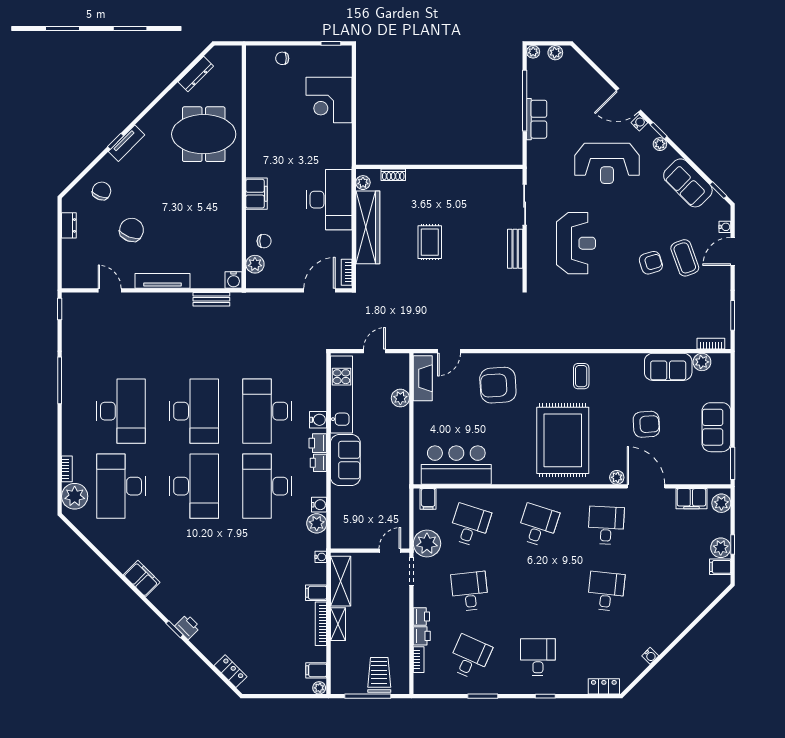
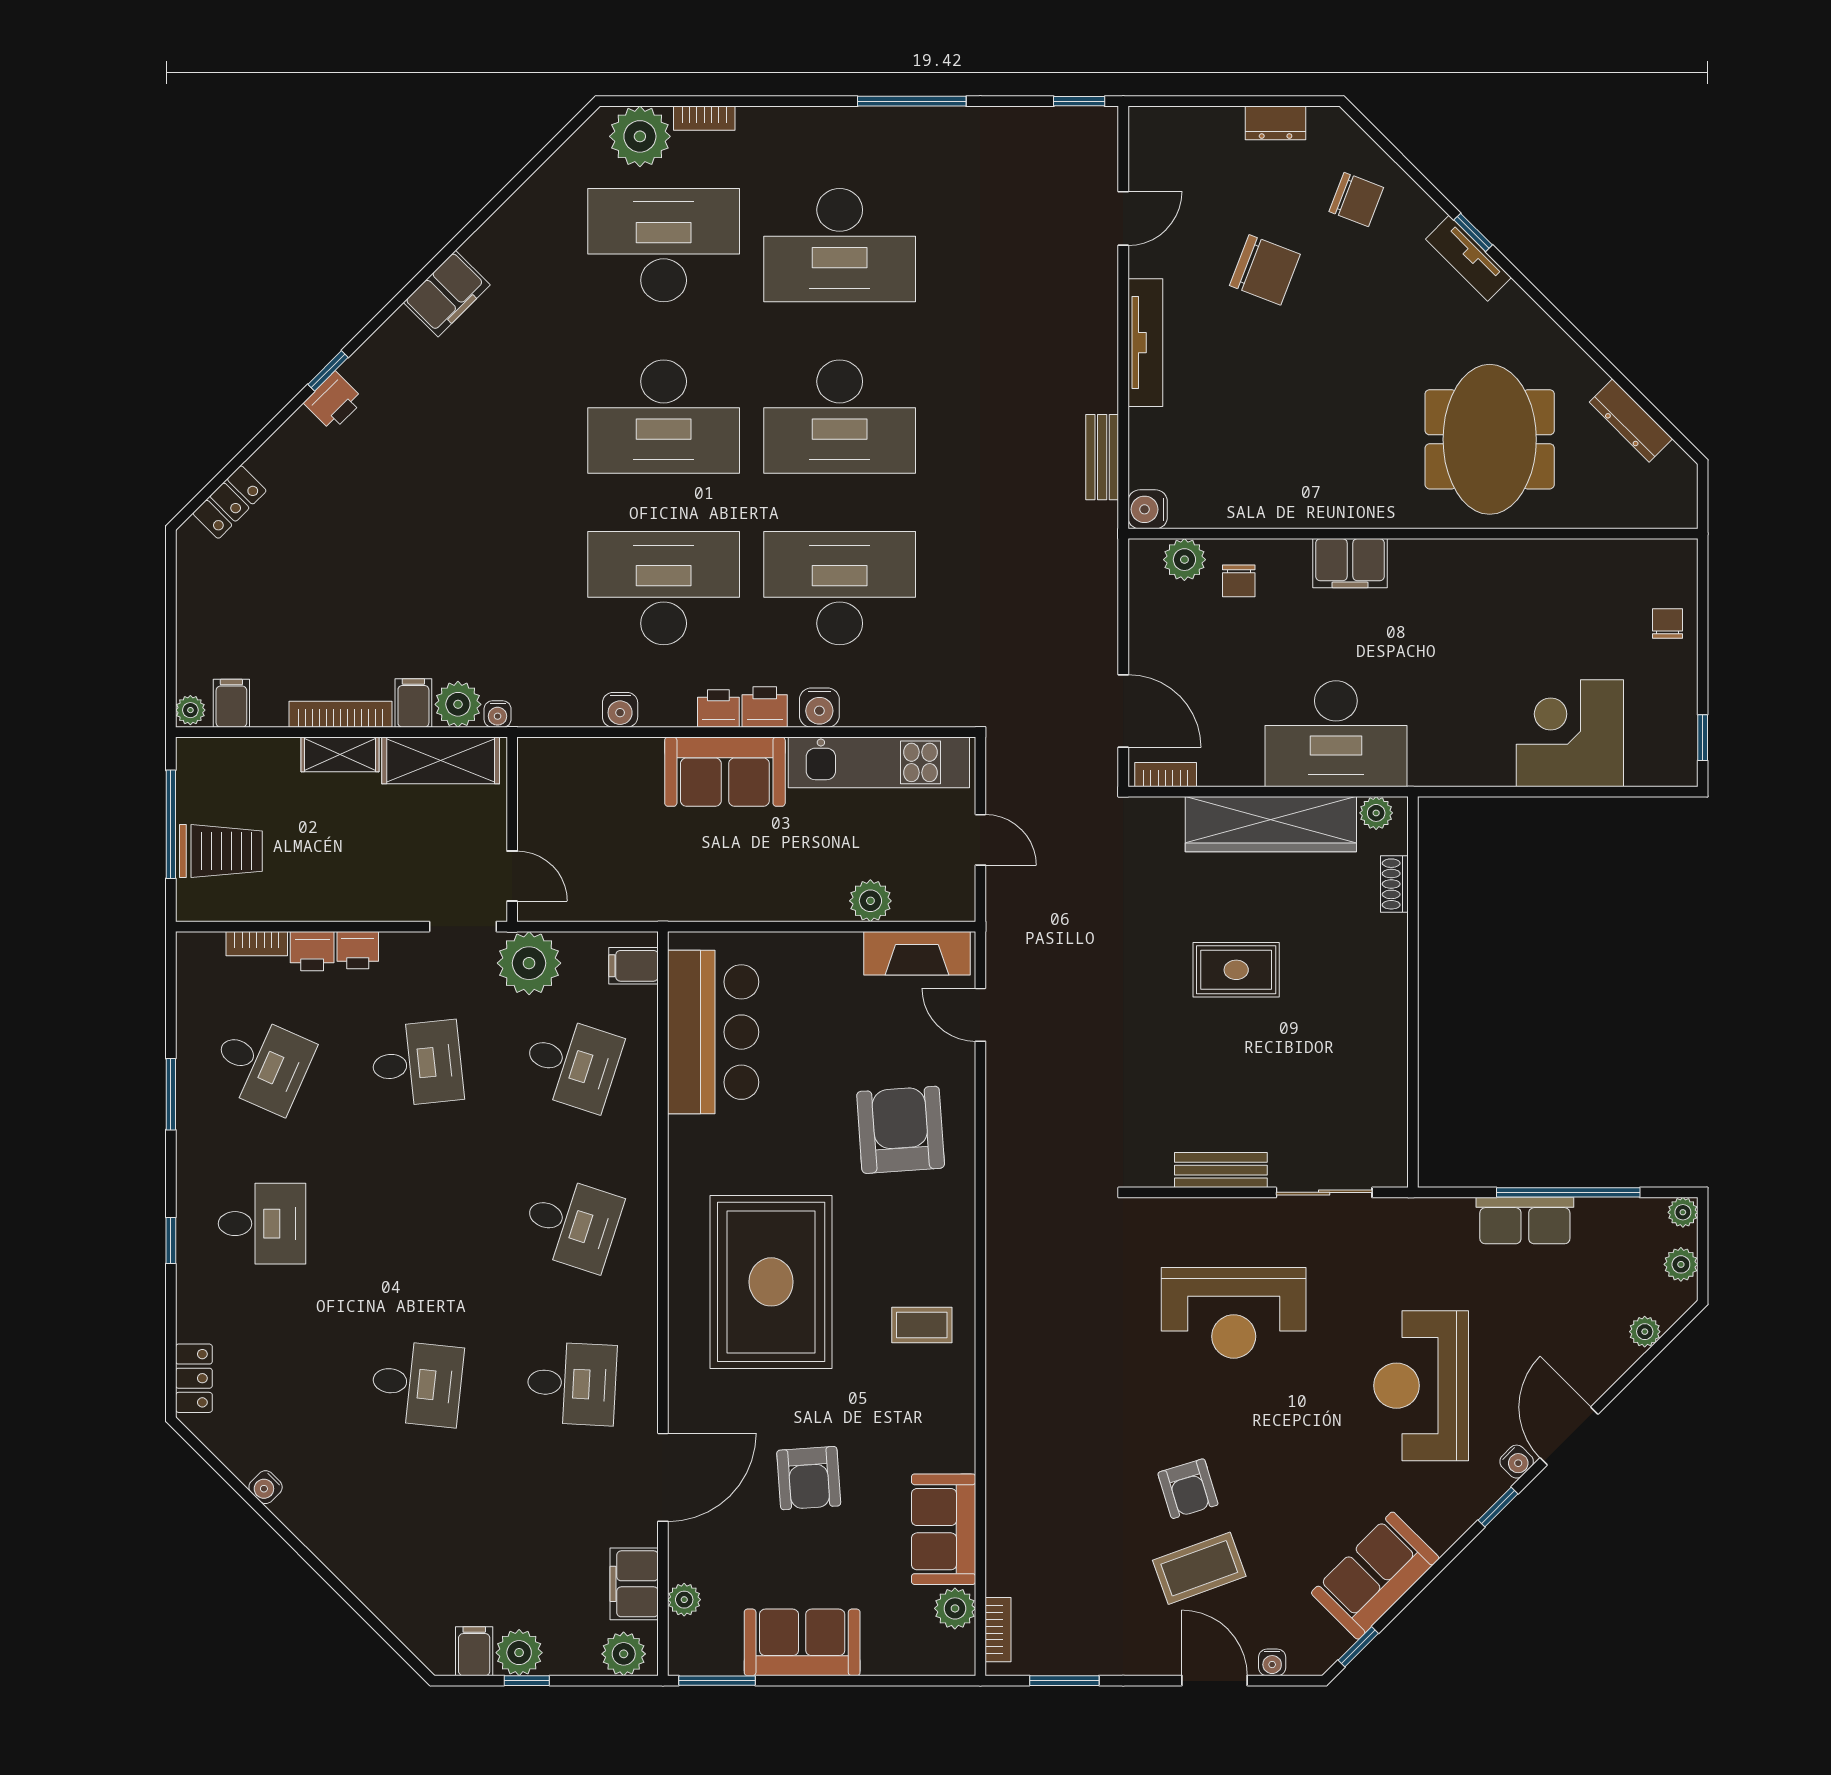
plant: (660, 144) -> (1645, 1332), moved
rug: (563, 440) -> (771, 1282), turned 90
plant: (617, 477) -> (684, 1600), moved
plant: (317, 523) -> (458, 704), moved

